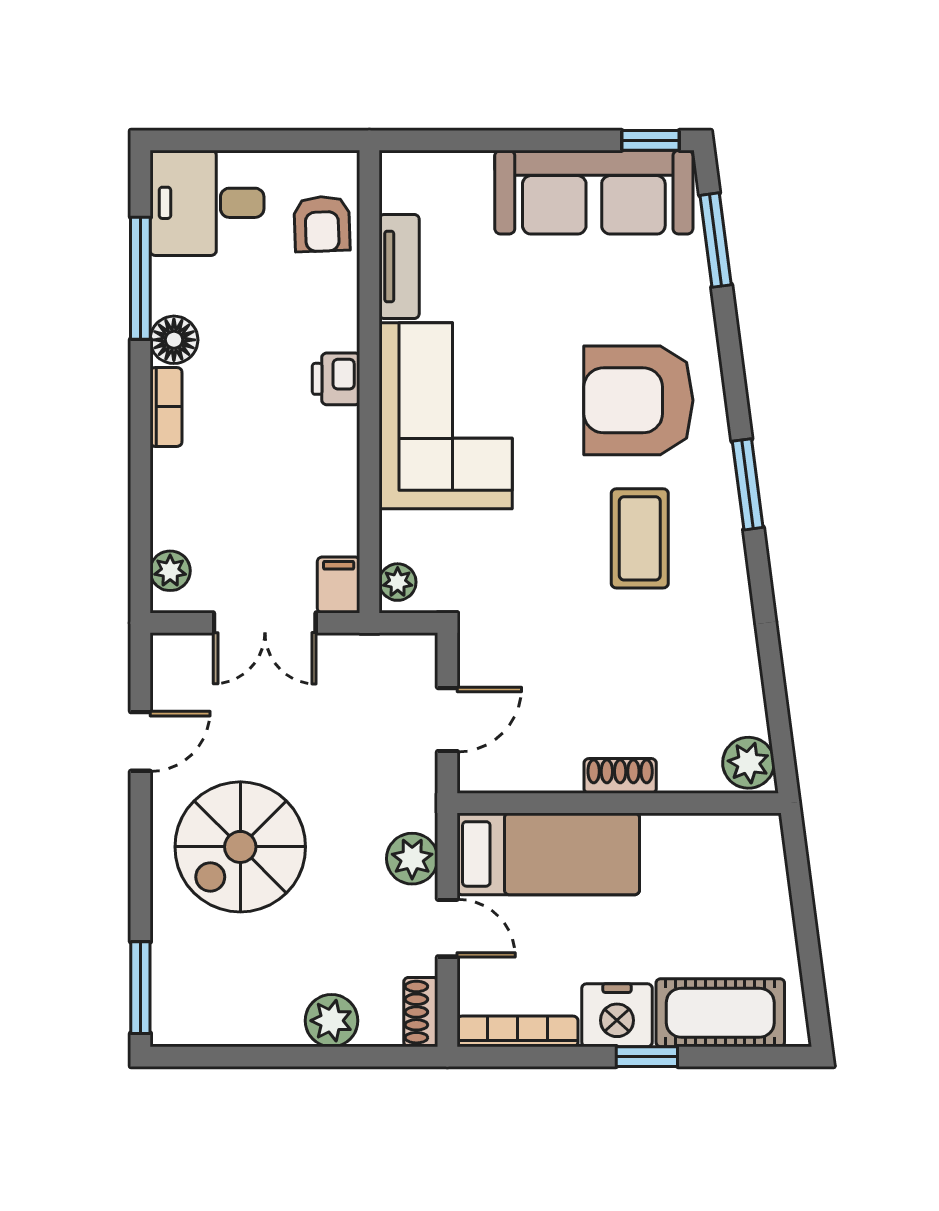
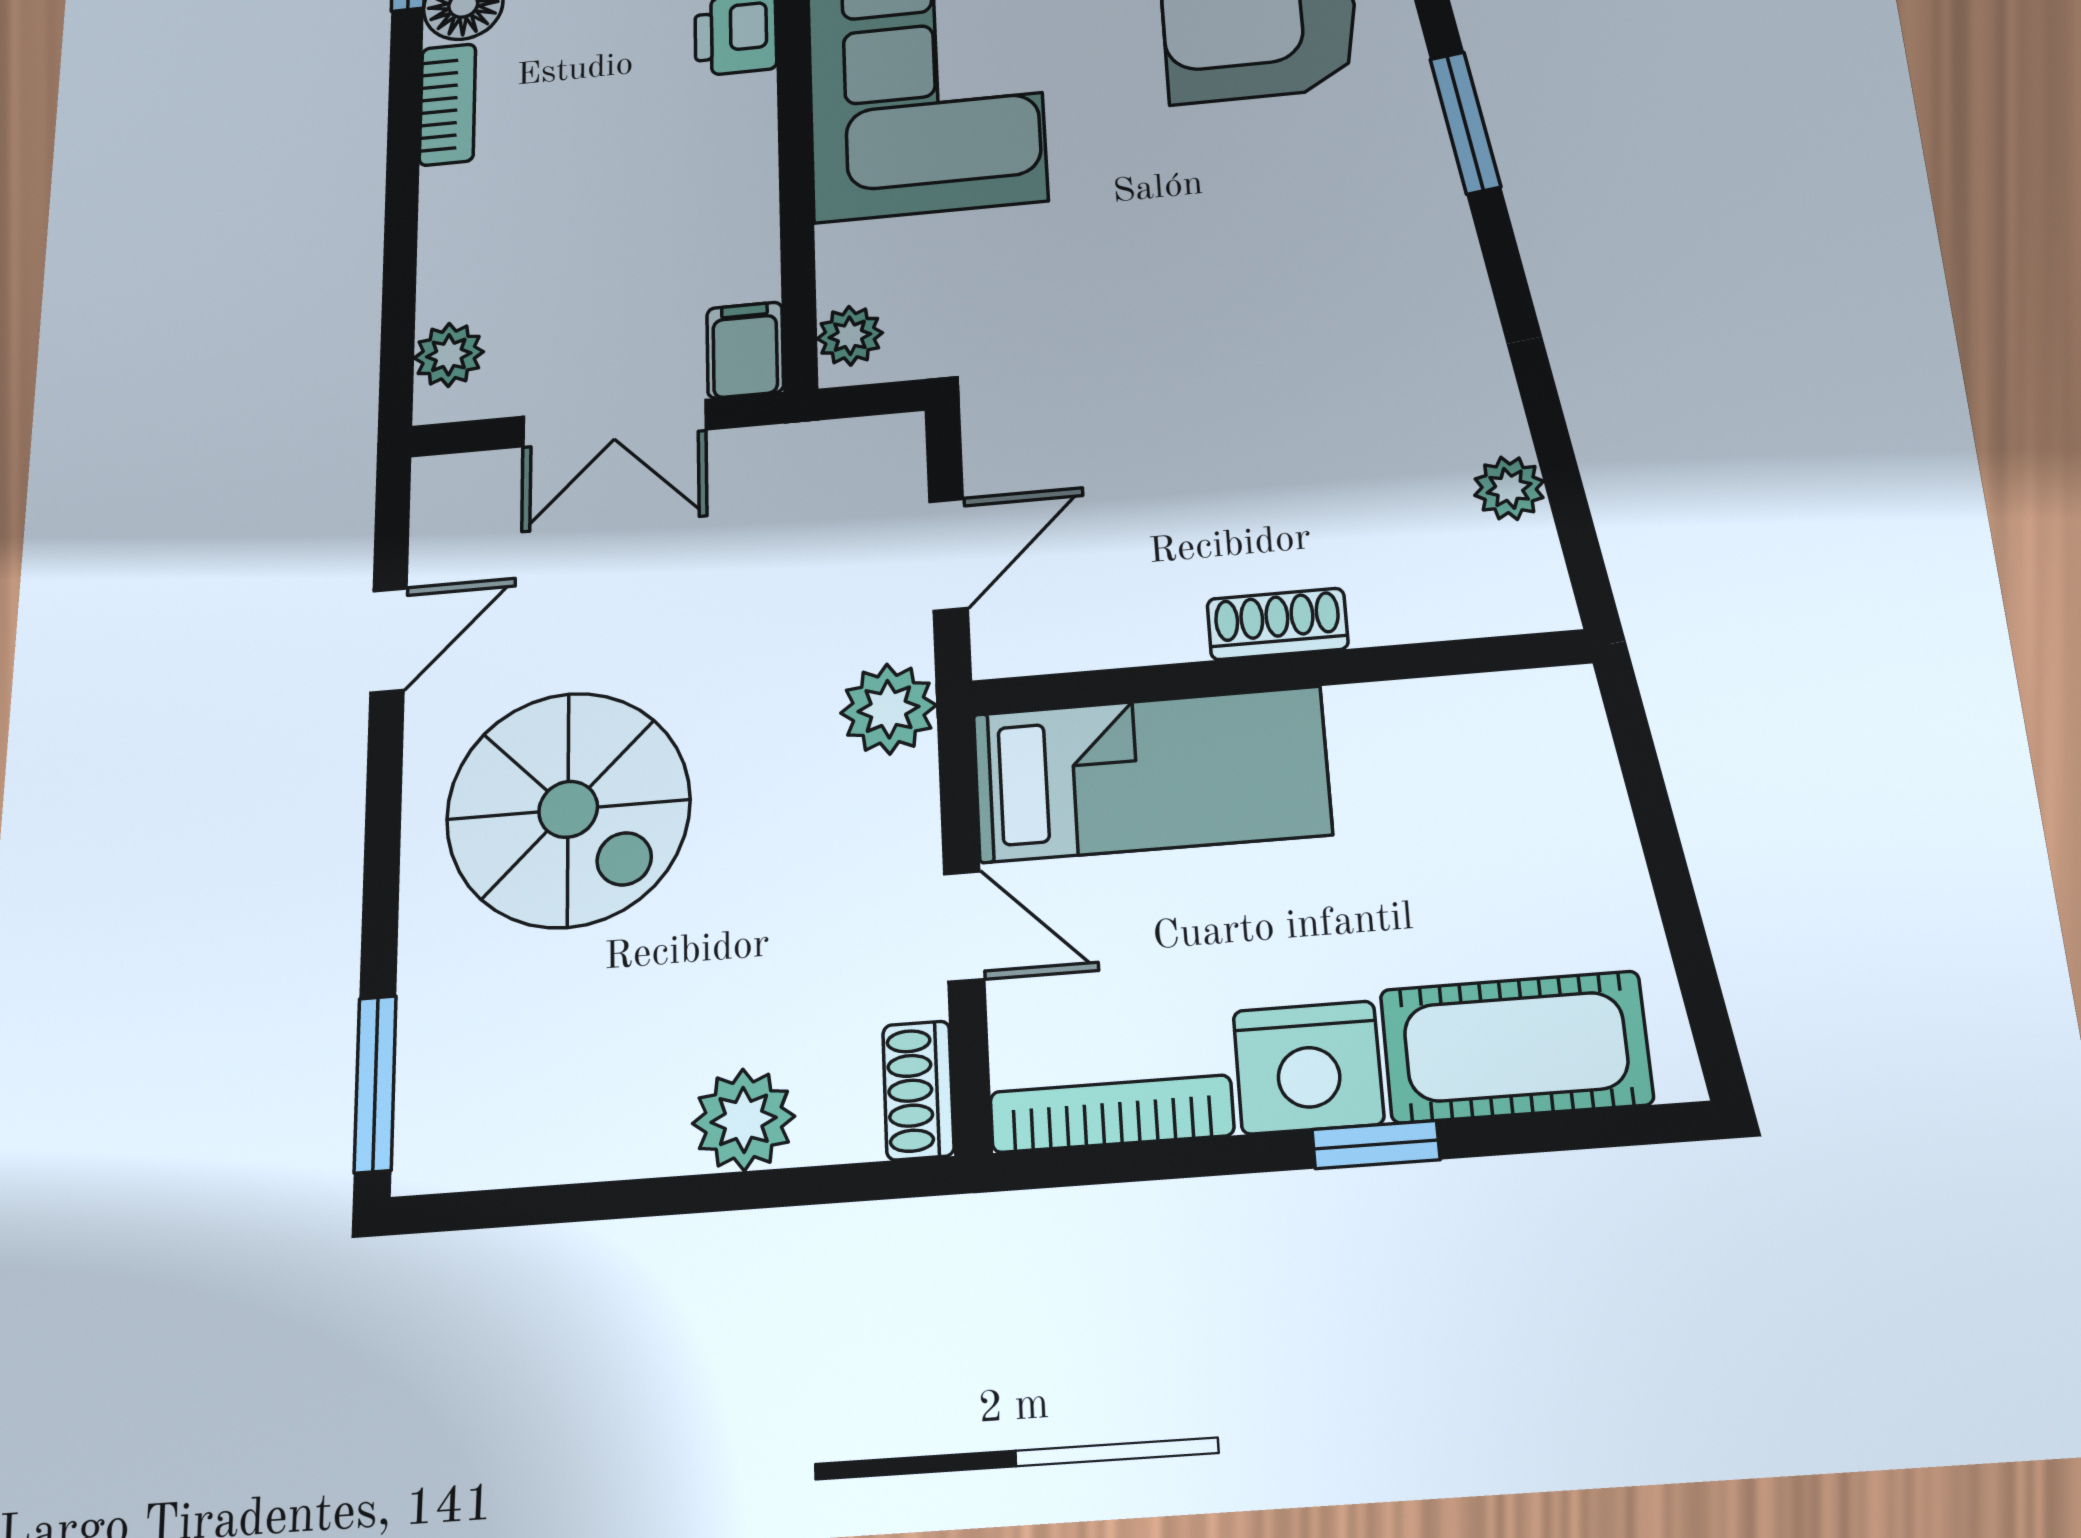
coffee table: (640, 538) -> (1280, 226), removed
plant: (748, 763) -> (1509, 488), moved, width x0.73, depth x0.73
spiral stairs: (240, 847) -> (568, 809), turned -90
plant: (412, 859) -> (888, 709), moved

